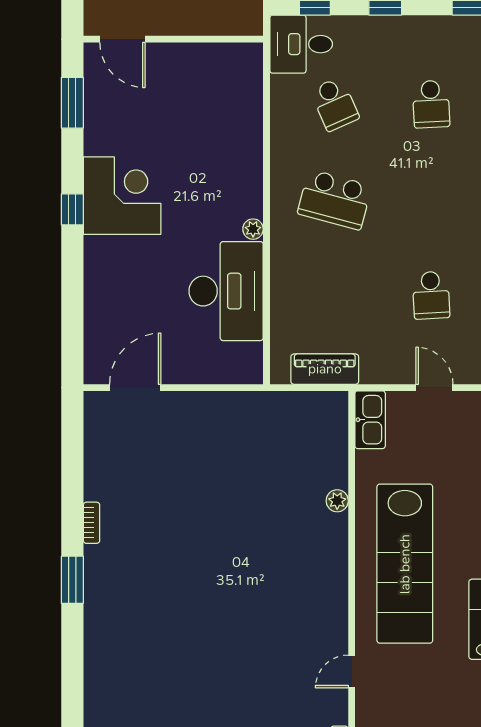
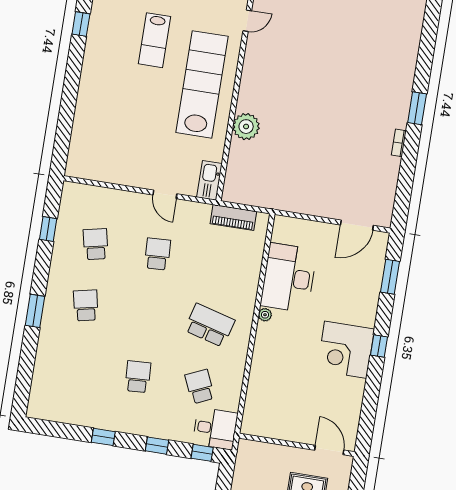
window: (72, 103) -> (390, 277), moved
plant: (337, 501) -> (246, 127), width x1.87, depth x1.87

